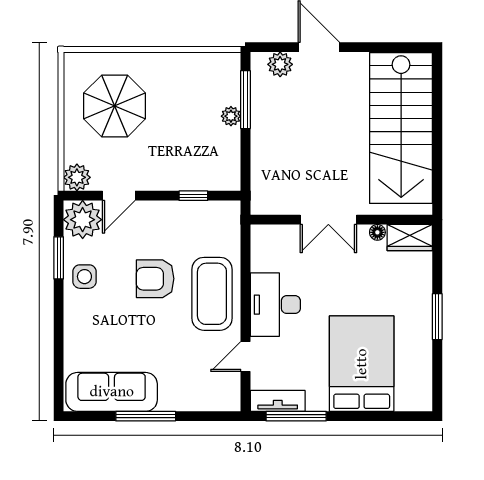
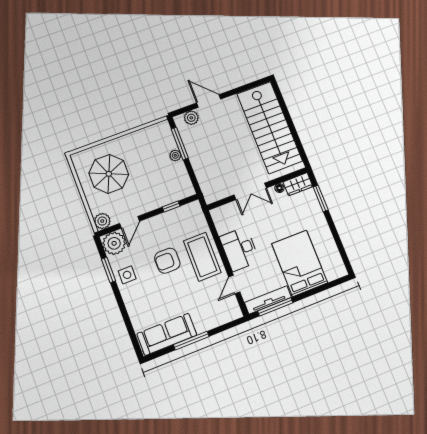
window: (437, 317) -> (321, 198), moved
tv unit: (278, 401) -> (268, 300), width x1.41

